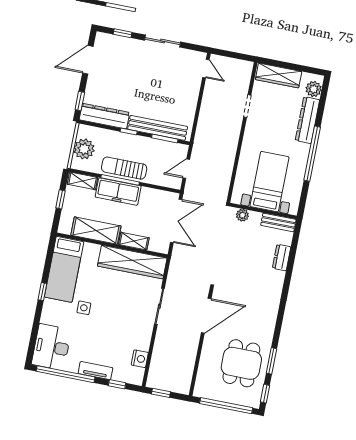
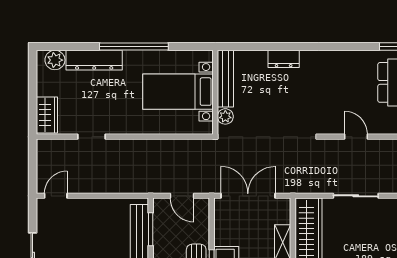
wardrobe: (279, 76) -> (47, 115), width x0.67
bench: (278, 222) -> (225, 79), width x1.36
dresser: (282, 258) -> (284, 59), moved
door: (206, 316) -> (356, 137), width x0.53

